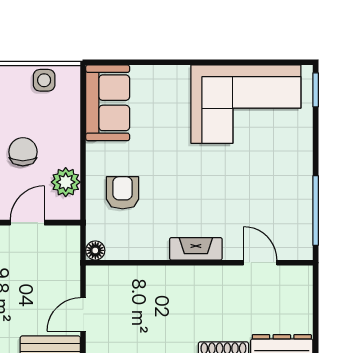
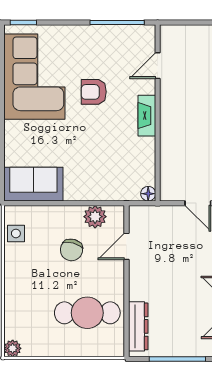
chair: (23, 152) -> (71, 250), turned -75
armchair: (123, 193) -> (94, 92), moved
door: (27, 223) -> (127, 246), hinge flipped

